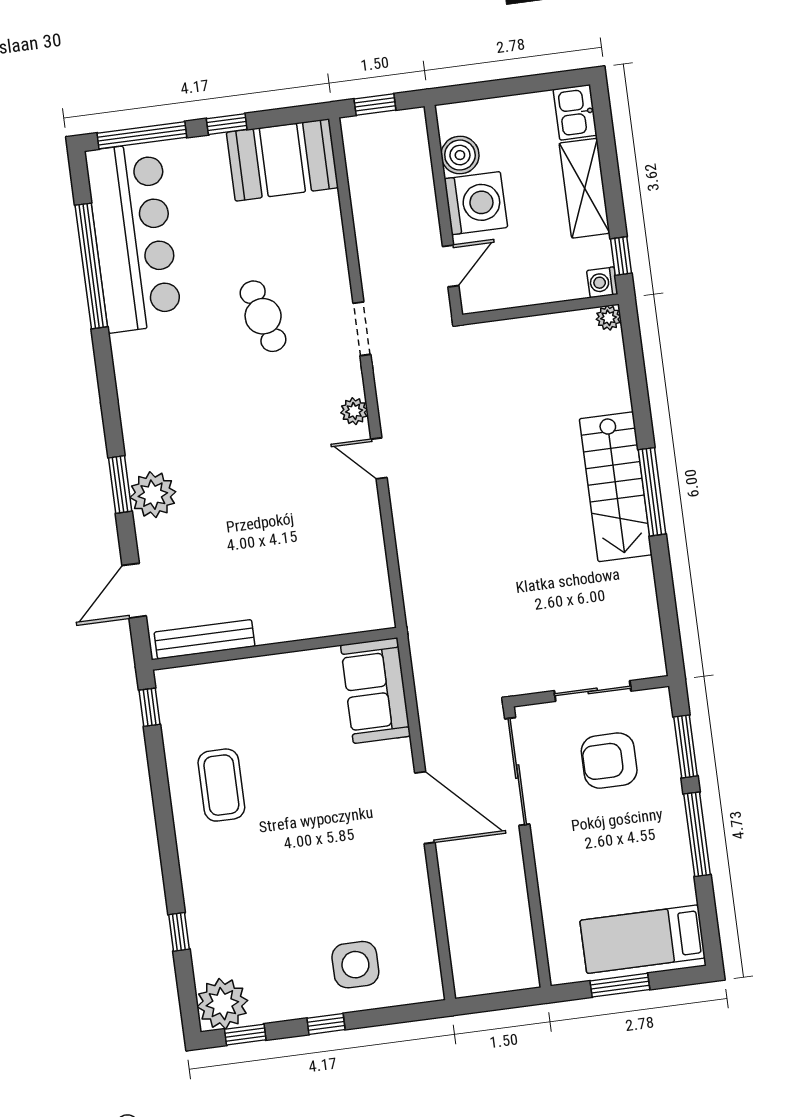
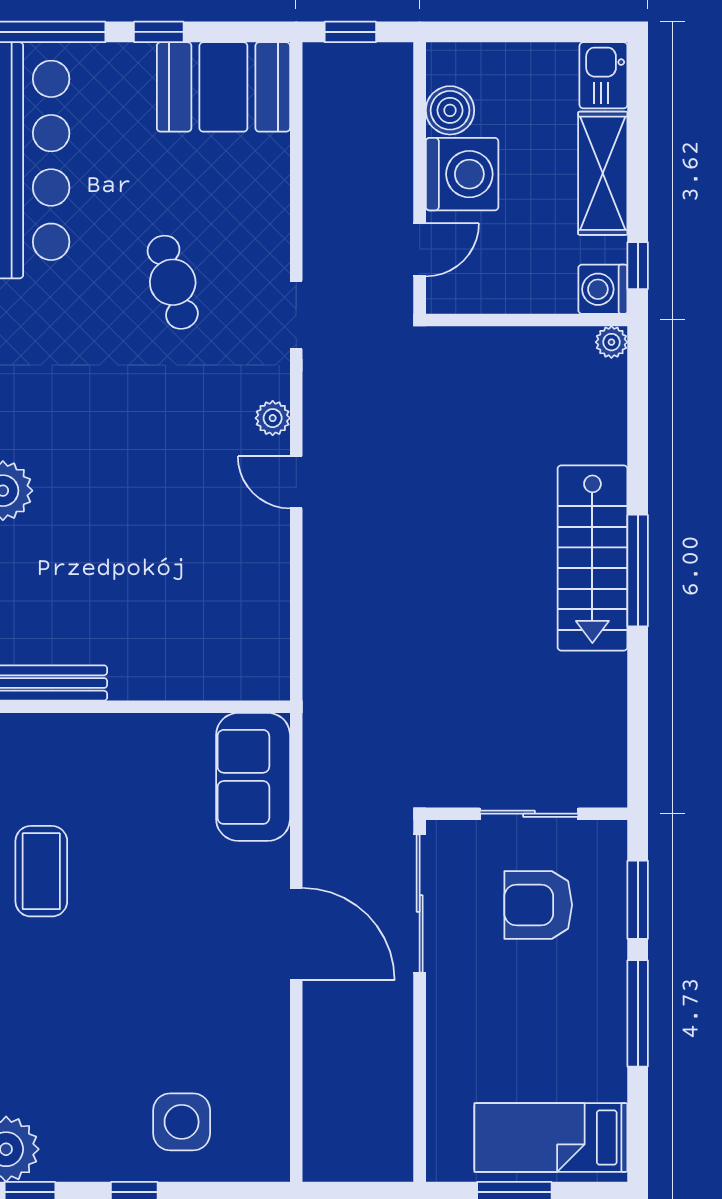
washing machine: (602, 282) -> (603, 289), width x1.38, depth x1.38

